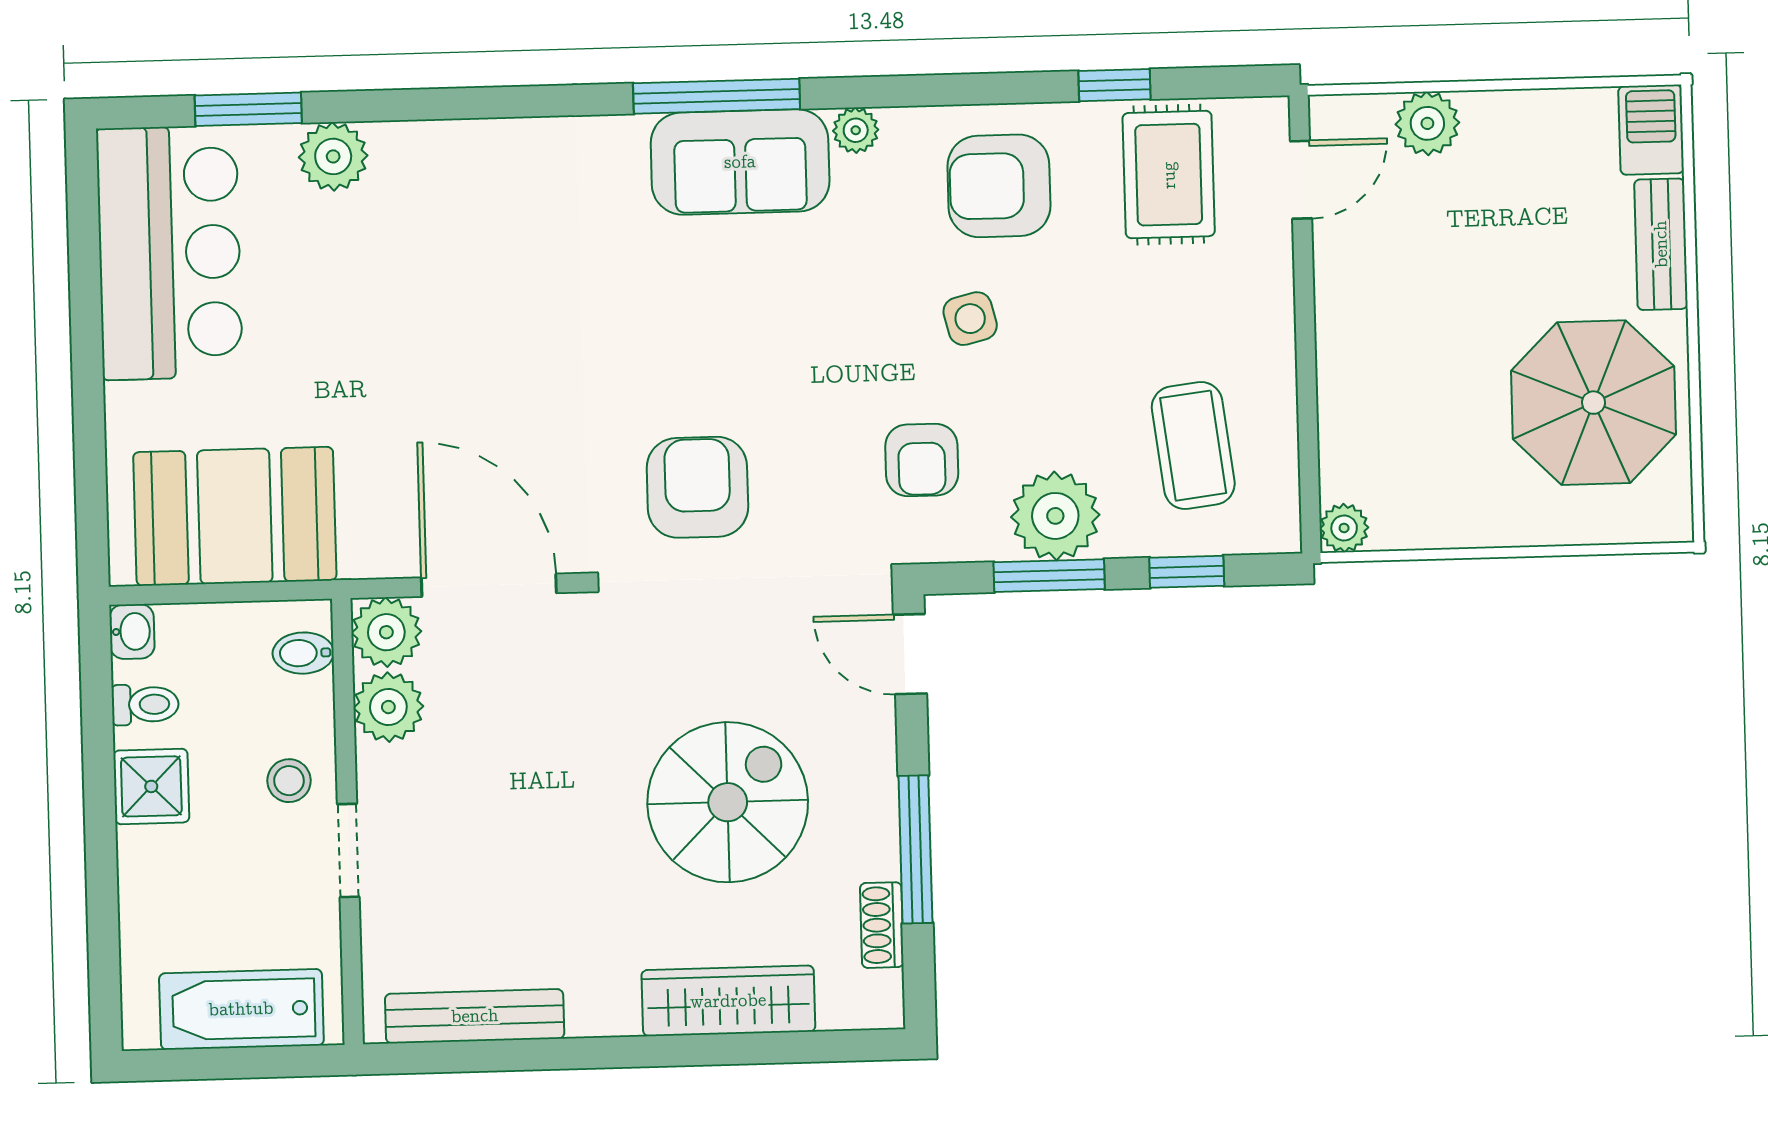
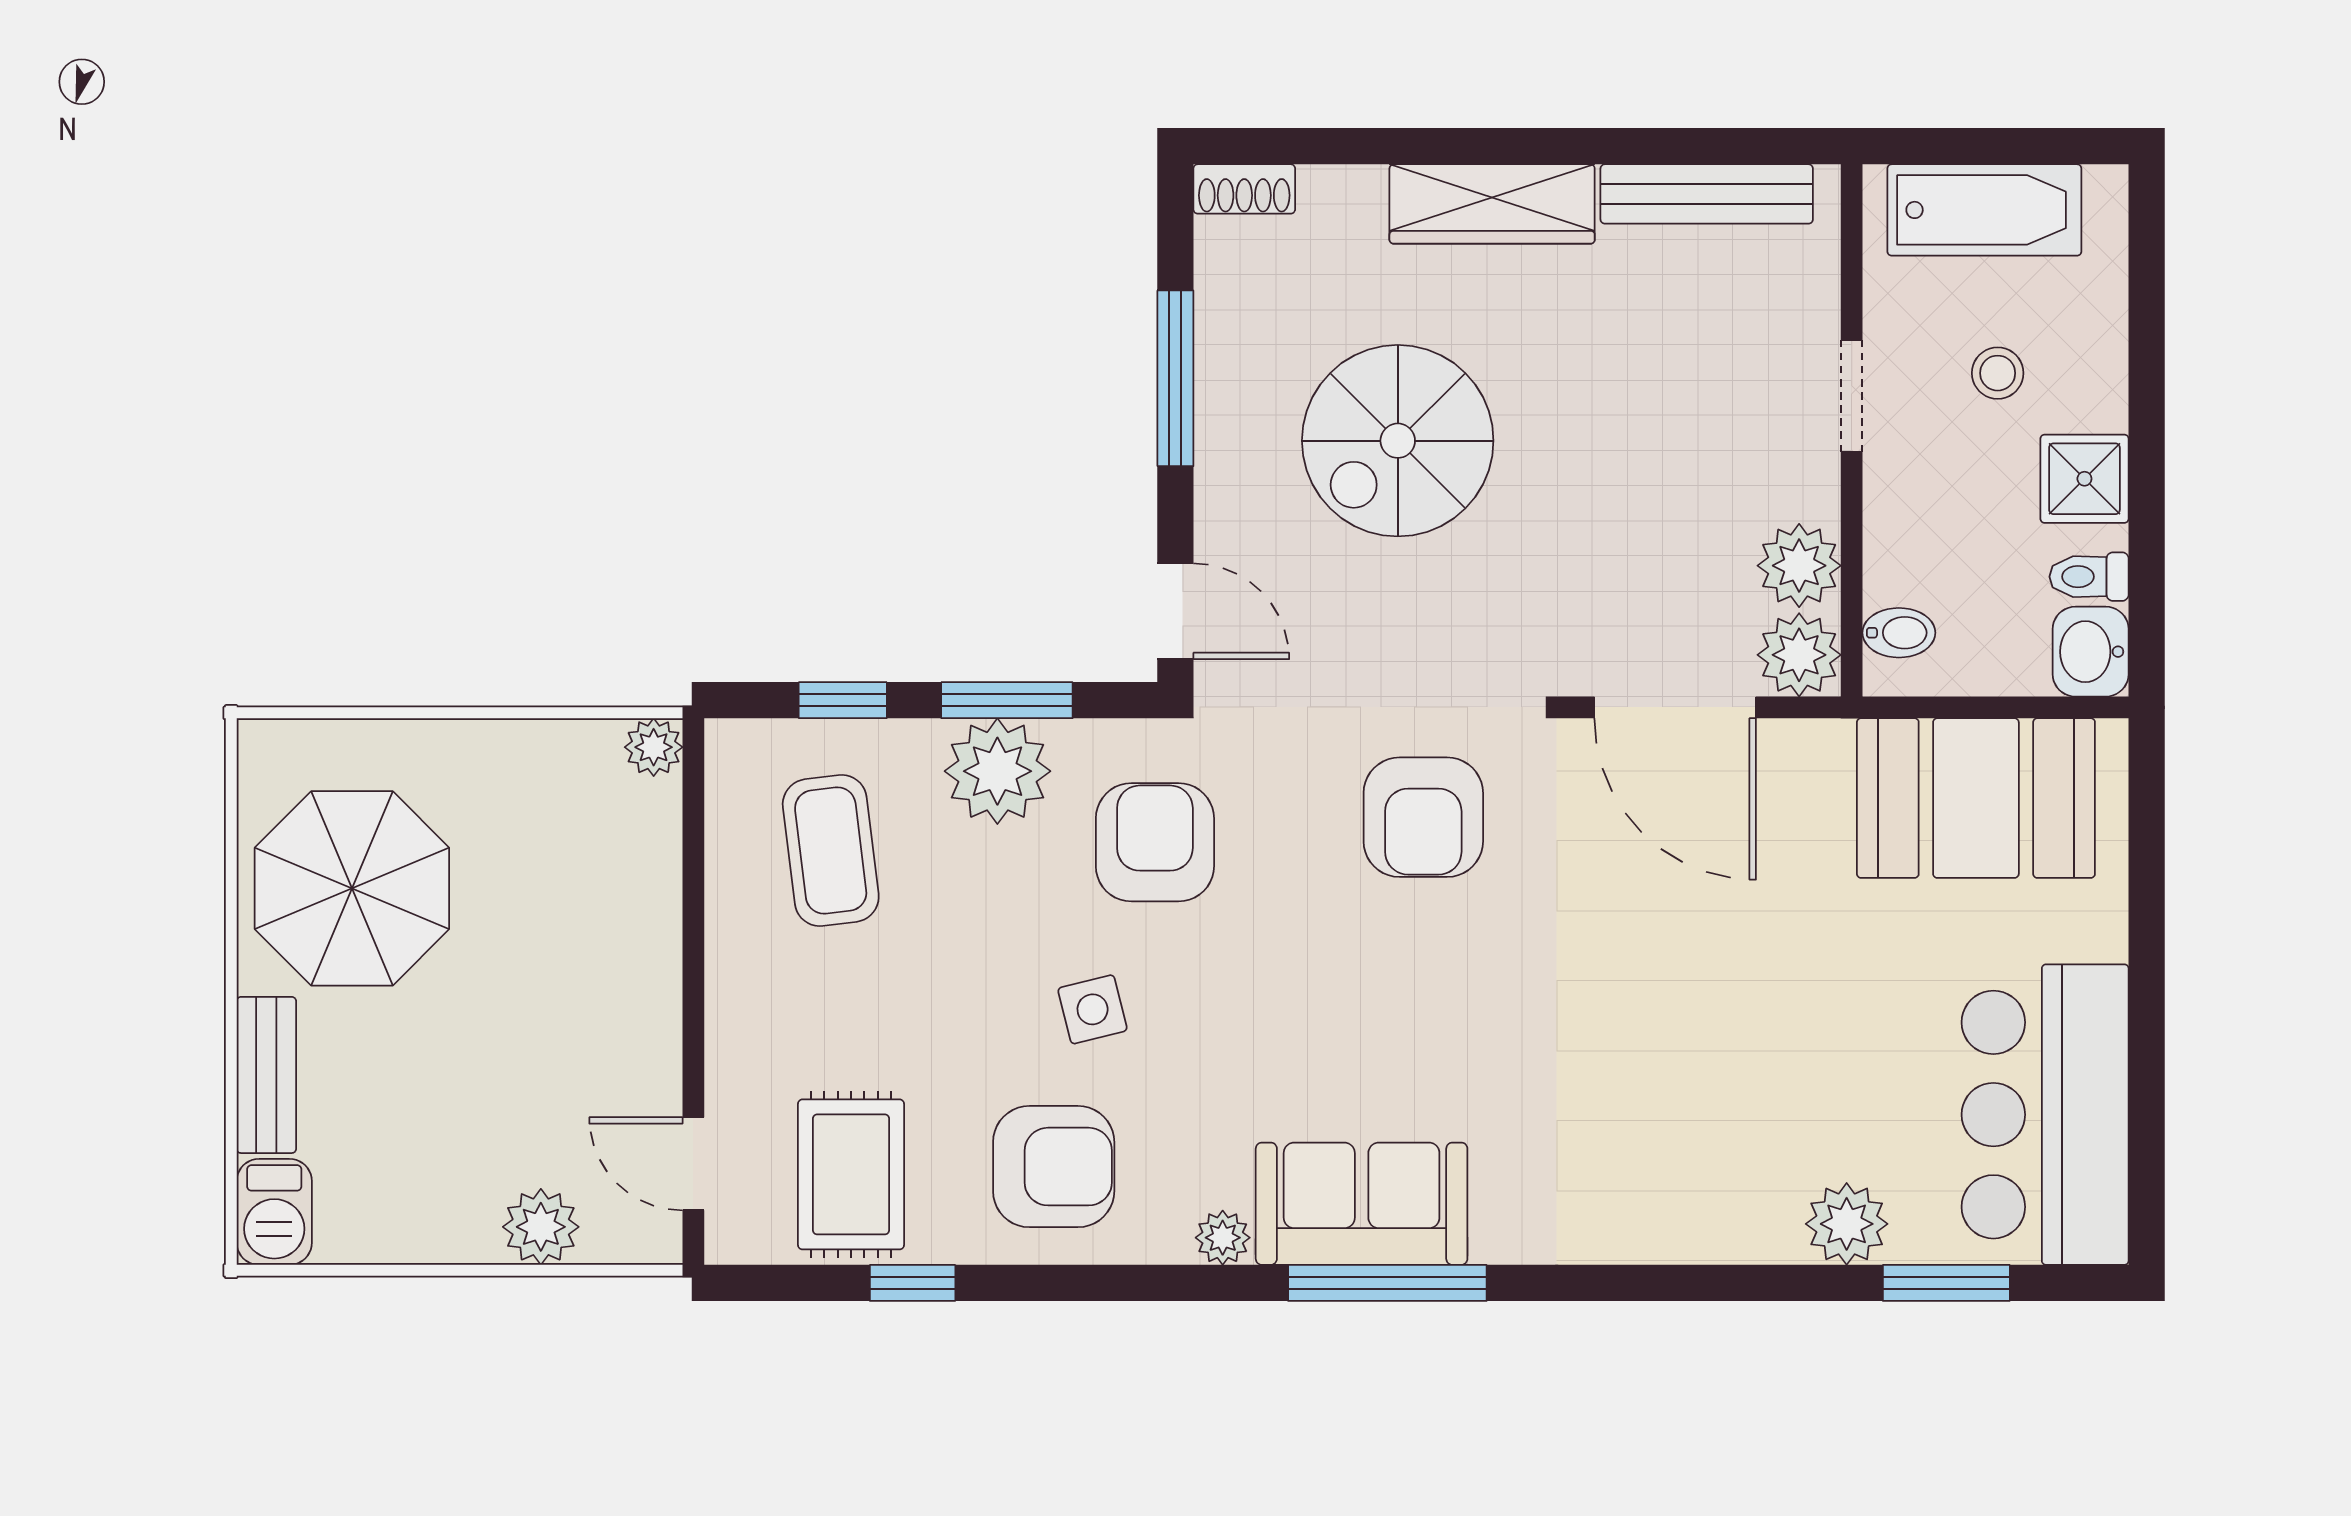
door: (1301, 180) -> (693, 1164), hinge flipped
armchair: (922, 460) -> (1155, 842), width x1.38, depth x1.38
washbasin: (132, 632) -> (2091, 652), width x1.38, depth x1.45
stool: (289, 781) -> (1998, 373), moved
shoe rack: (882, 925) -> (1244, 189), moved, turned 90
wardrobe: (728, 1001) -> (1492, 204), moved

